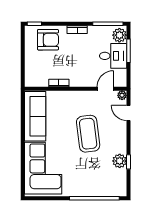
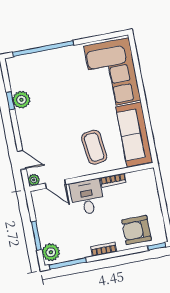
desk: (113, 56) -> (87, 197), moved, turned 90
door: (105, 89) -> (56, 184), hinge flipped
coffee table: (88, 134) -> (94, 147), moved, width x0.73, depth x0.76

